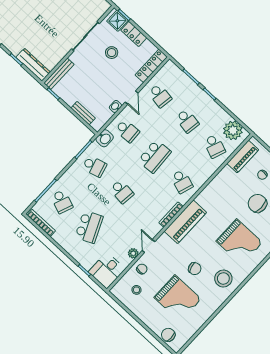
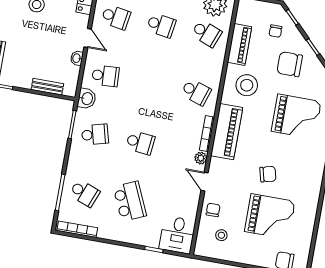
school desk: (154, 156) -> (151, 84), removed
piano: (243, 157) -> (239, 44), moved
plant: (133, 253) -> (201, 158), moved
stool: (223, 279) -> (247, 85), moved

